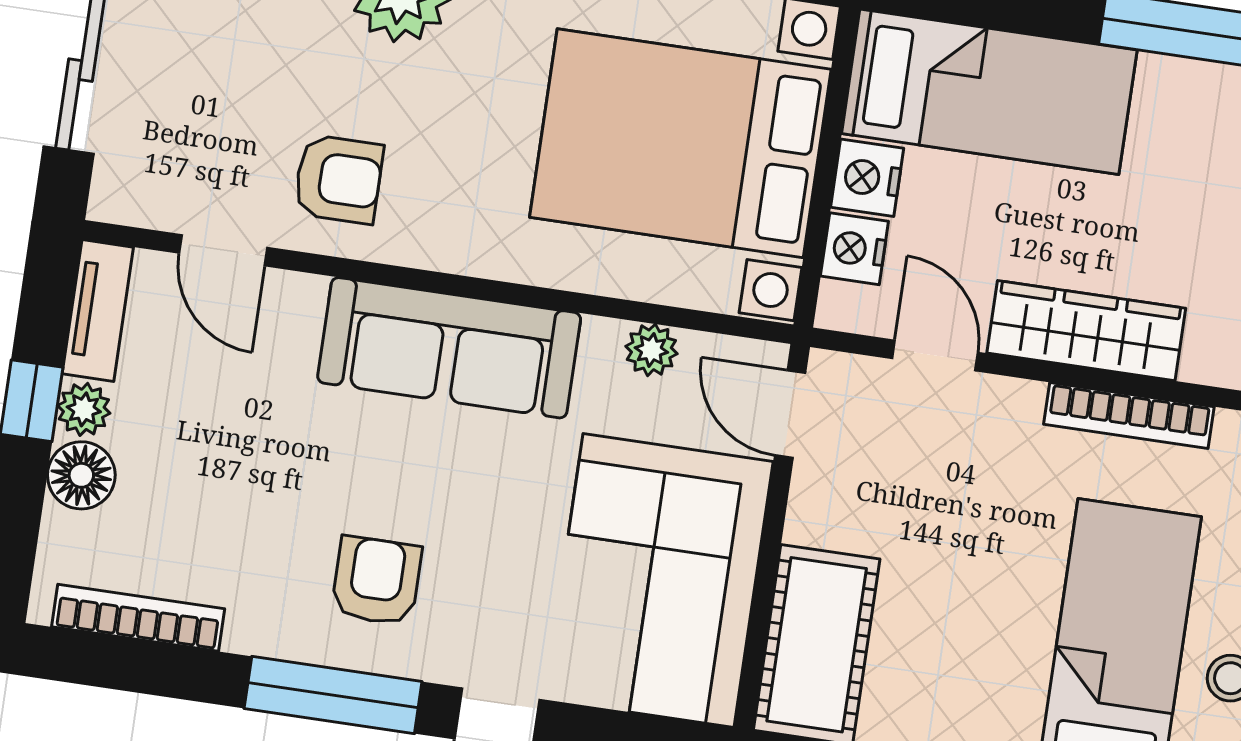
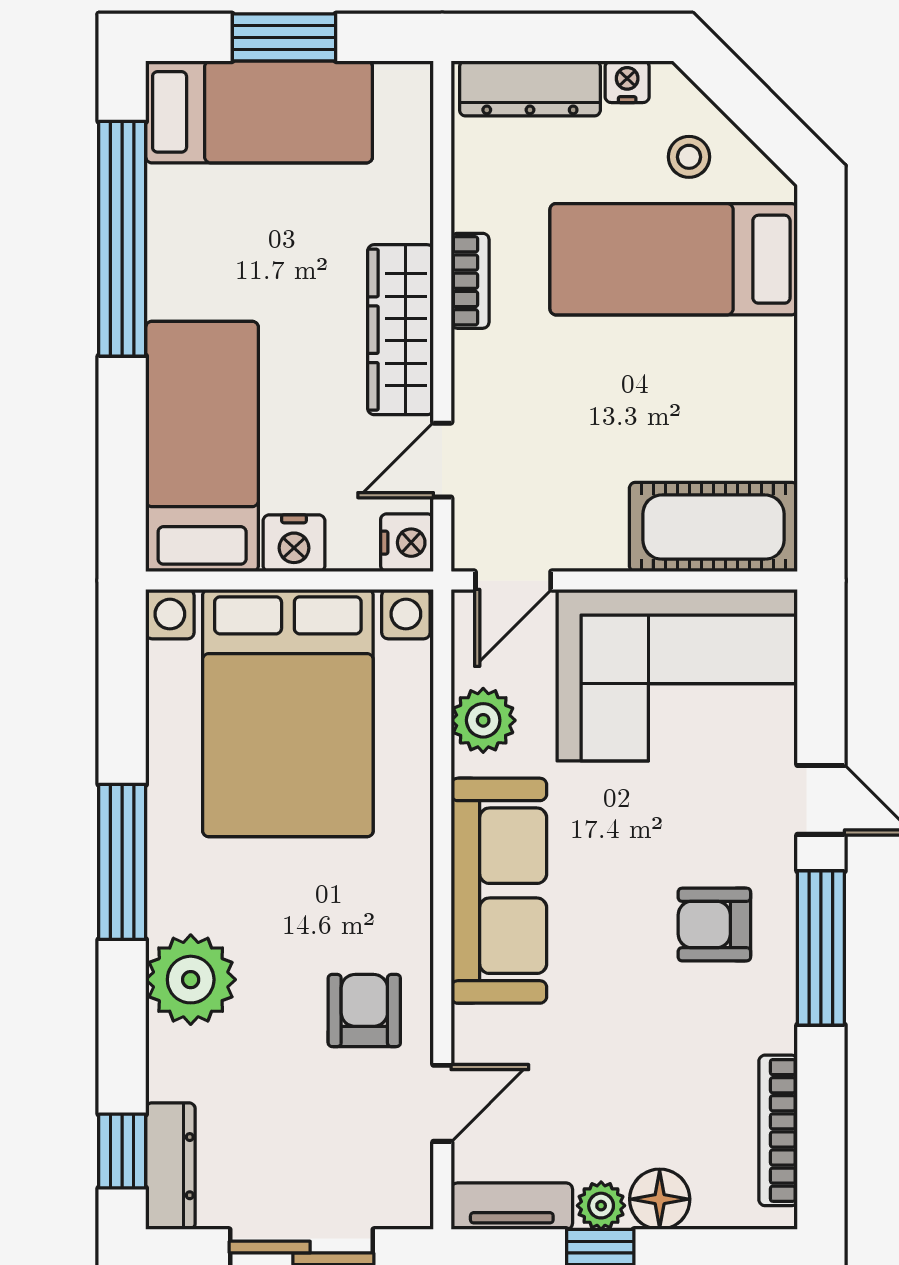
nightstand: (854, 249) -> (407, 543), moved, turned -90
plant: (651, 350) -> (483, 720), width x1.38, depth x1.38
bookcase: (1129, 416) -> (470, 281), width x0.64

